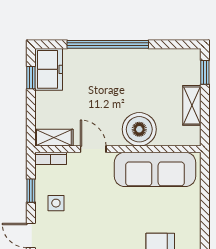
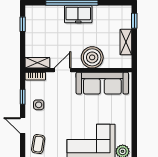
freezer: (49, 69) -> (78, 14), moved, turned 90
door: (93, 149) -> (63, 70), hinge flipped

